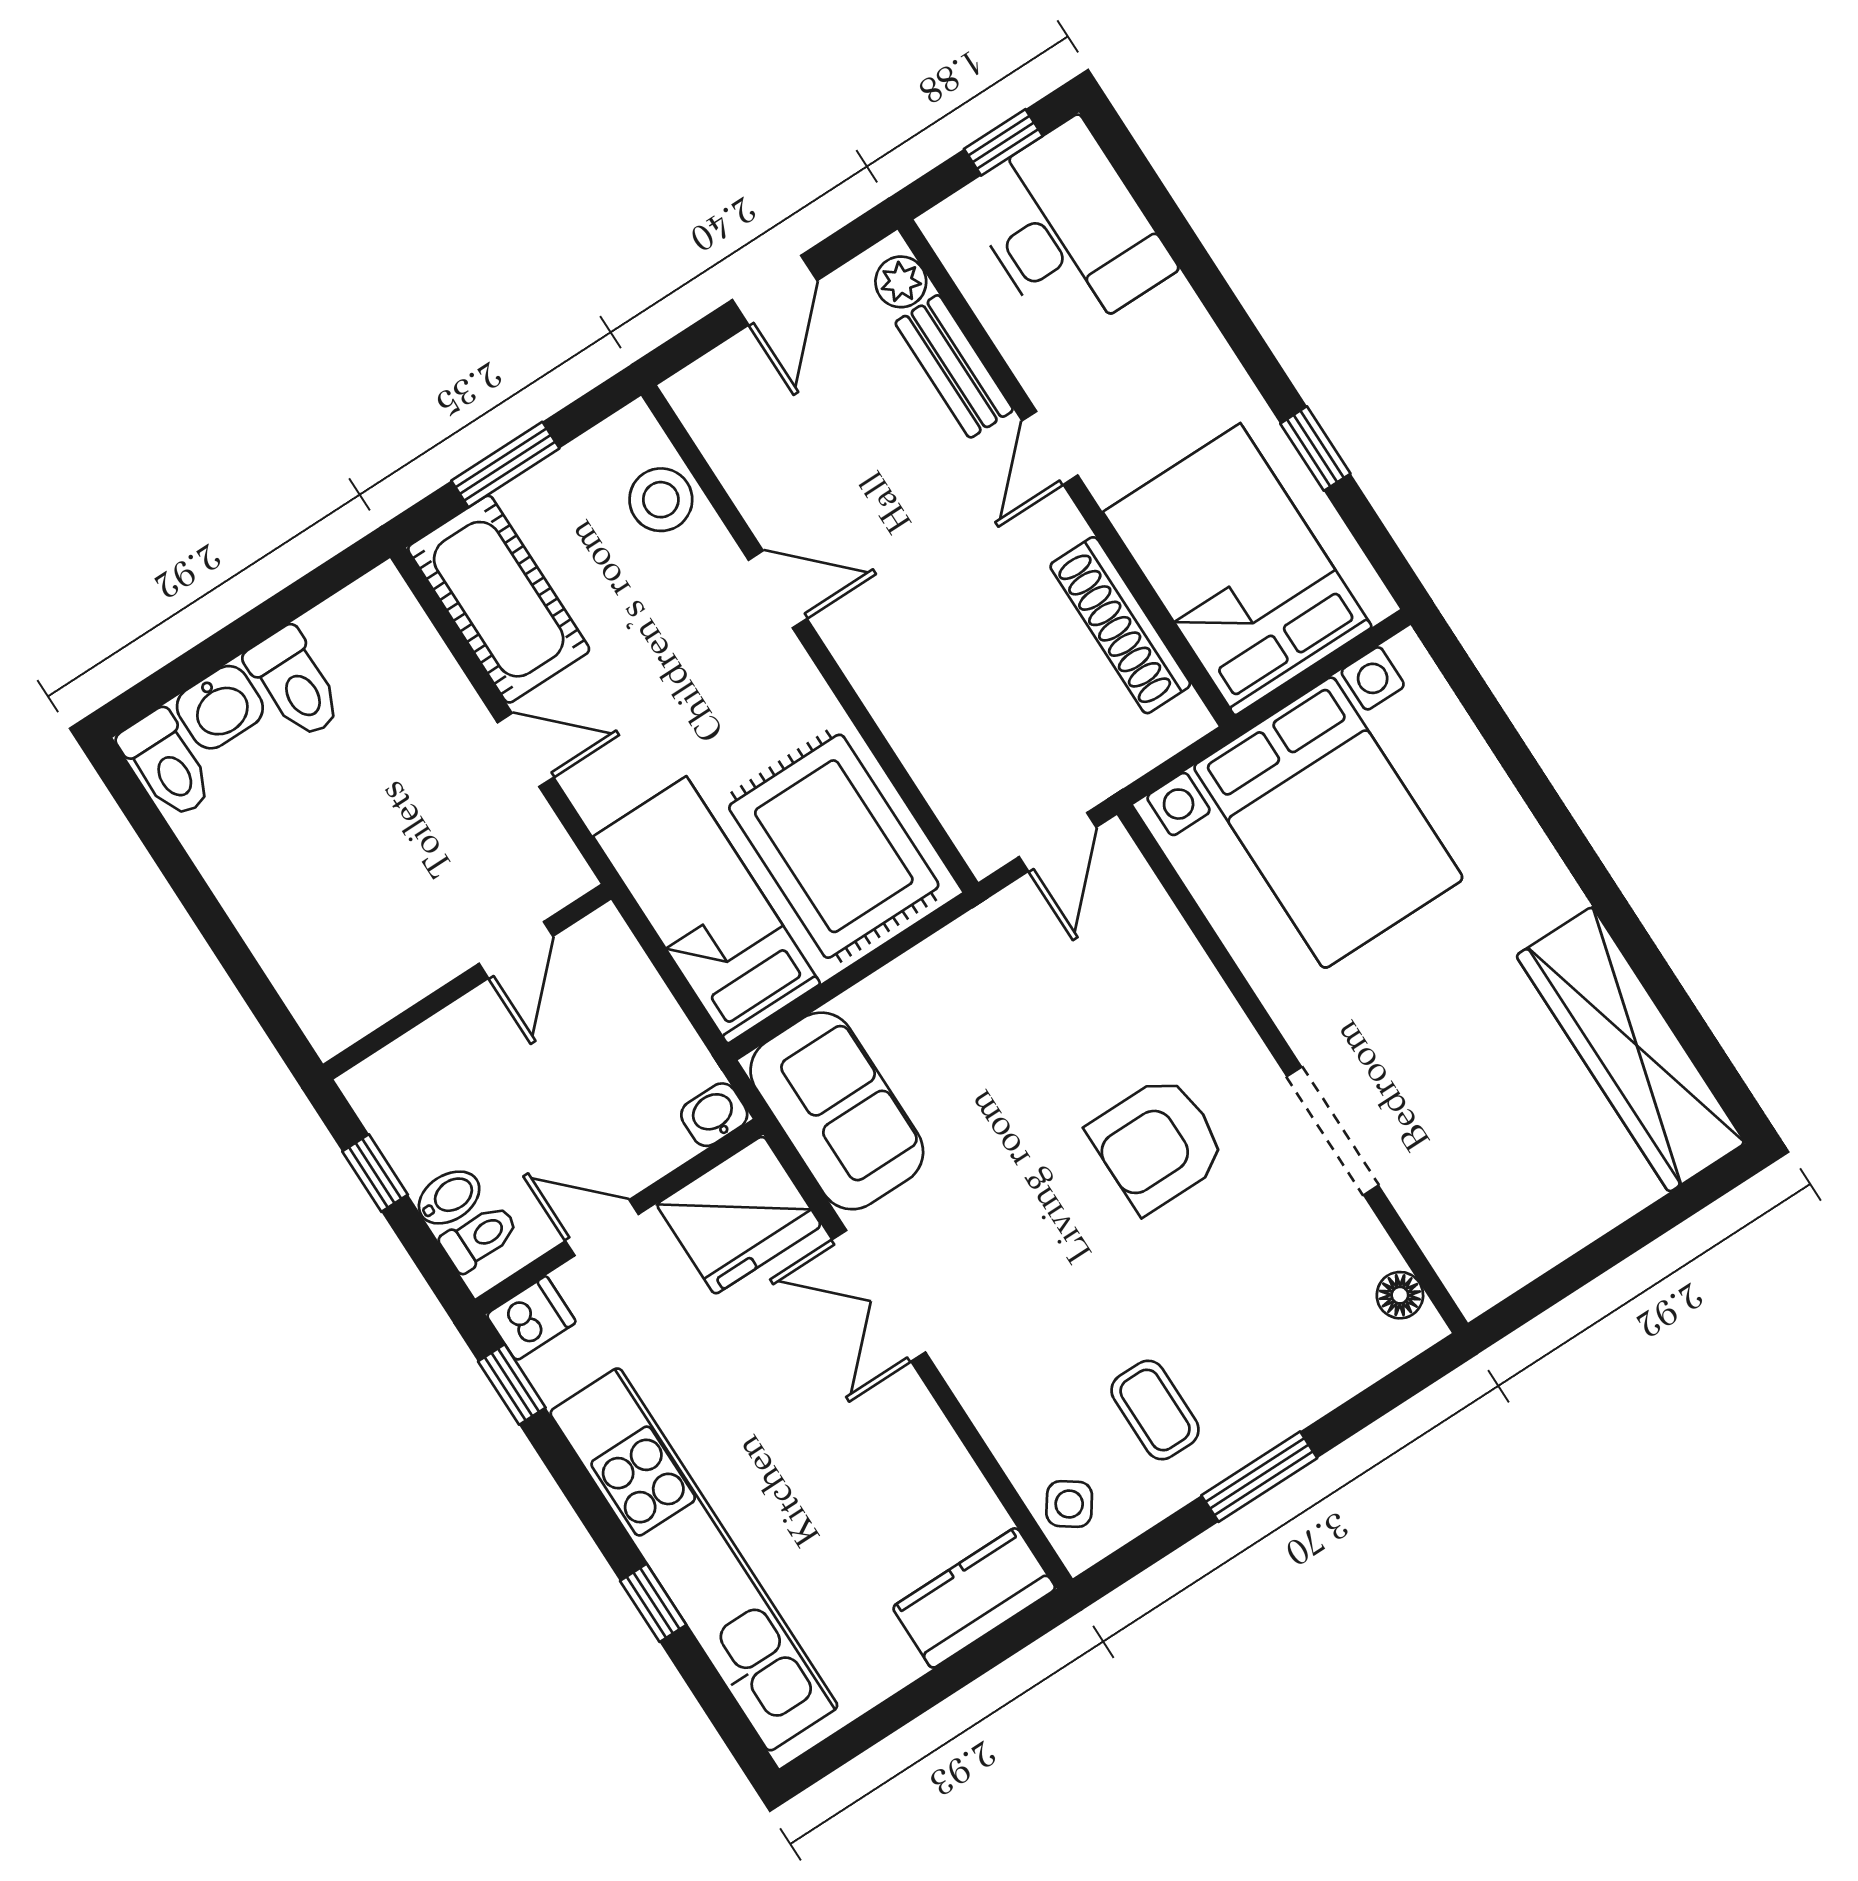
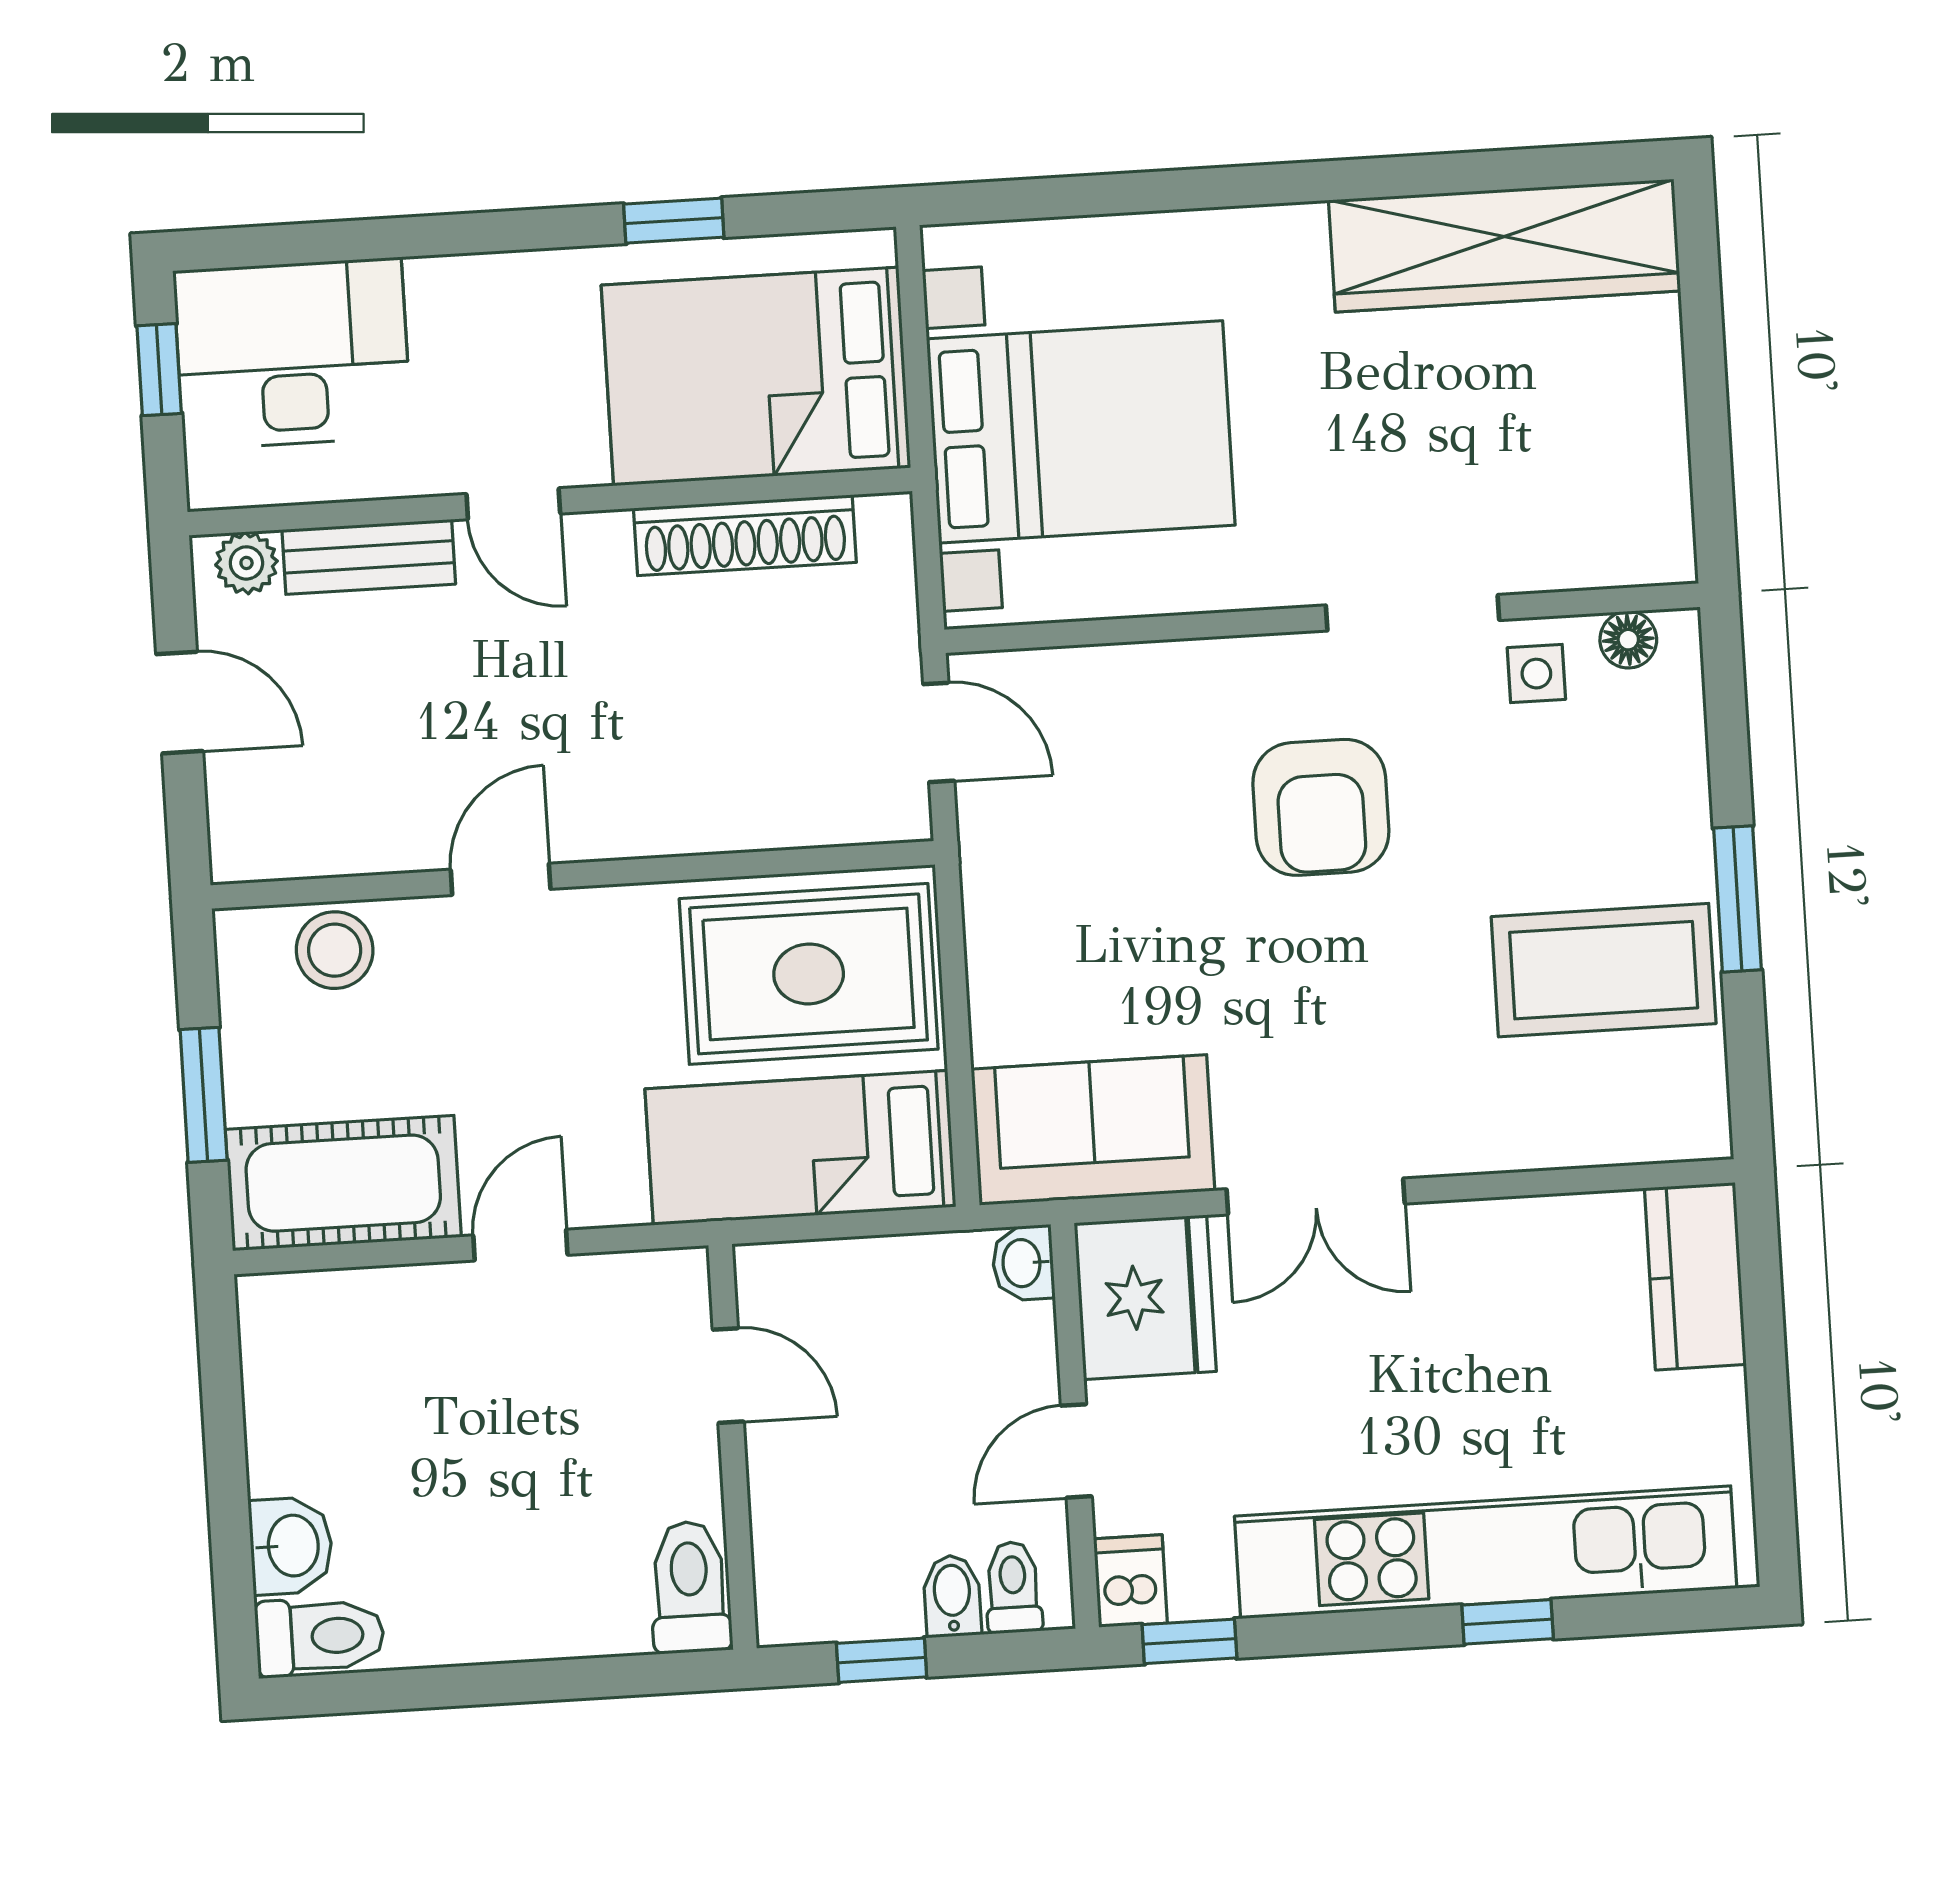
toilet: (295, 683) -> (690, 1587), moved, turned -90
coffee table: (1155, 1410) -> (1604, 970), width x1.86, depth x1.72
side table: (1069, 1504) -> (1536, 674), moved, turned -35

